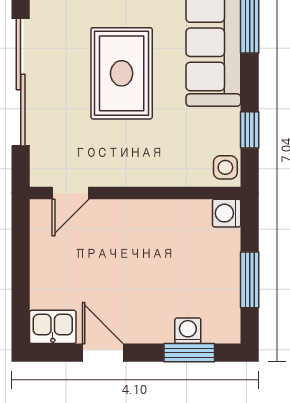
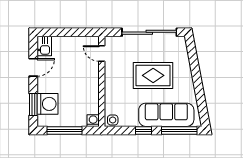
window: (250, 130) -> (144, 130), moved
window: (250, 280) -> (64, 130), width x1.44
washing machine: (188, 331) -> (48, 104), width x1.89, depth x1.89

